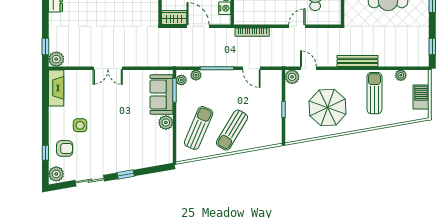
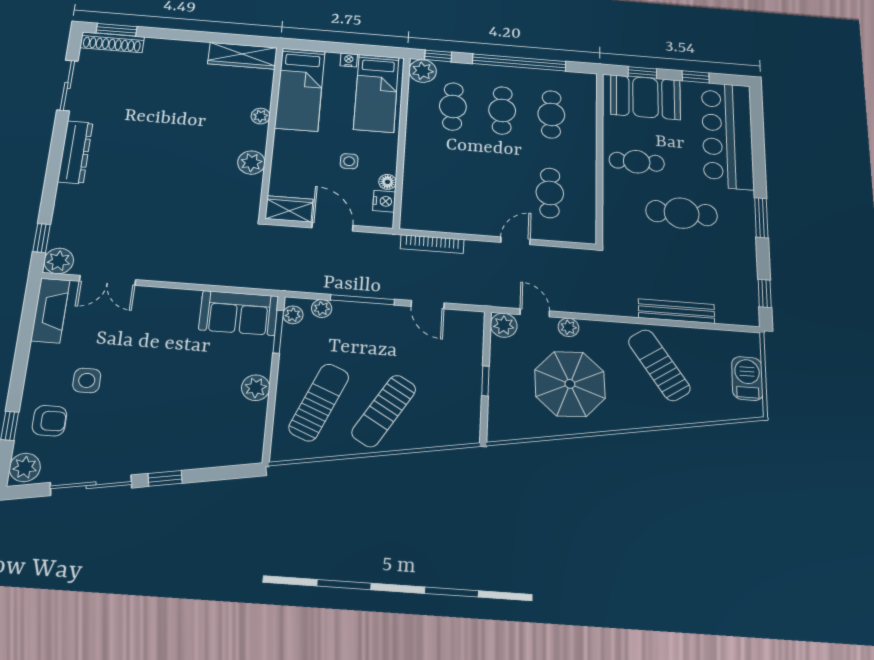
bench: (357, 61) -> (676, 311), moved
double door: (108, 68) -> (107, 280), moved
plant: (401, 75) -> (568, 327), moved
sun lounger: (374, 93) -> (659, 365), turned -34
sofa: (161, 95) -> (239, 313), moved, turned -90
sliding door: (90, 181) -> (91, 485), width x1.37

